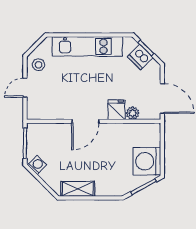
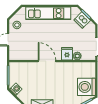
door: (85, 121) -> (47, 61), swing flipped

